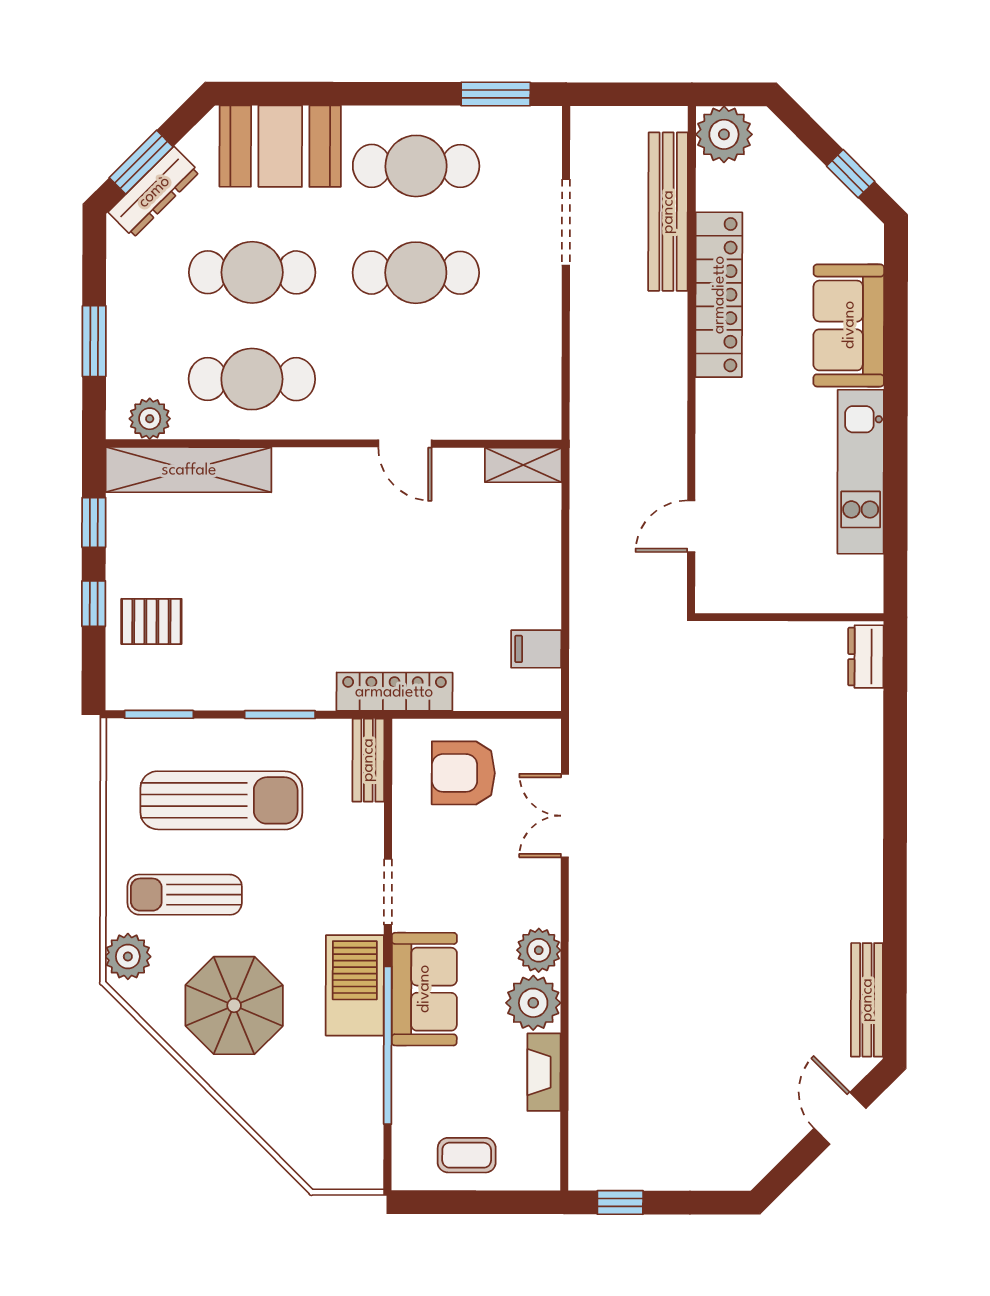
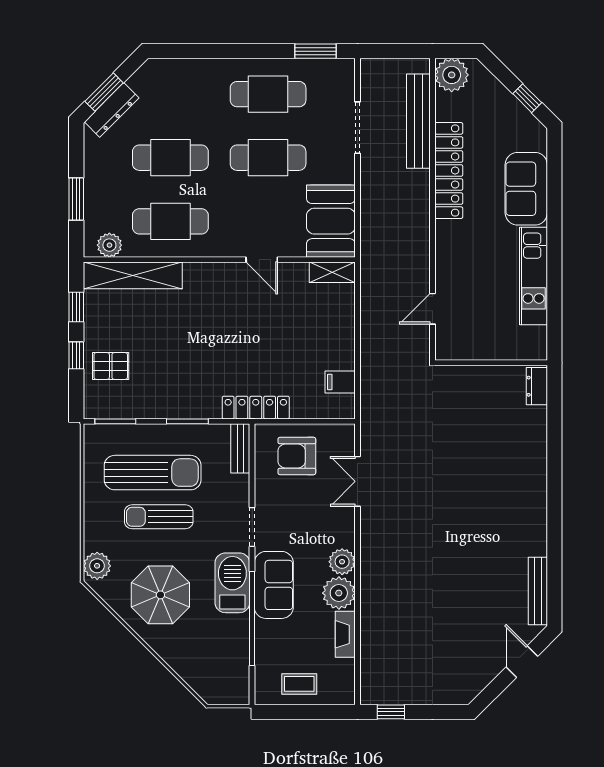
booth: (280, 146) -> (331, 221), moved, turned 90
sun lounger: (185, 895) -> (159, 517), moved

